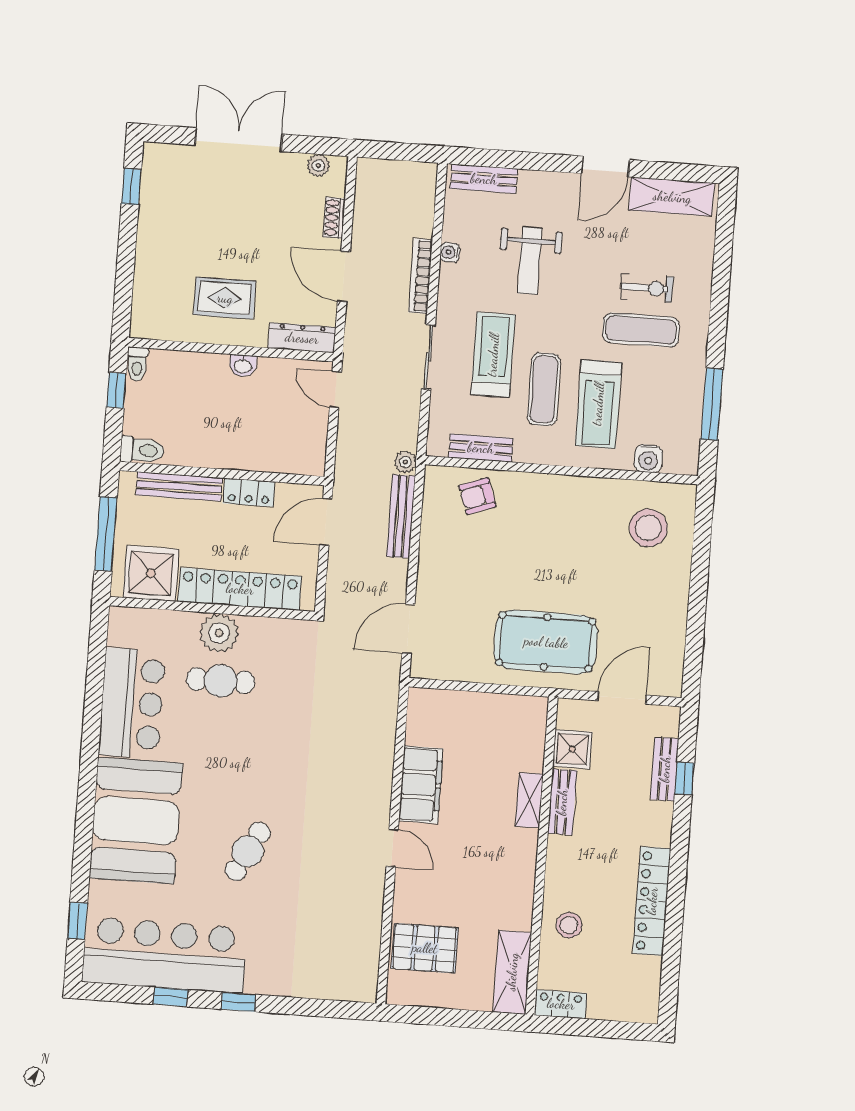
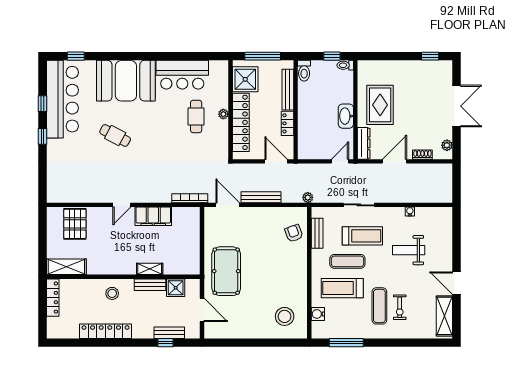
bench: (484, 179) -> (446, 225), removed
bookcase: (421, 276) -> (190, 198), moved
rug: (225, 298) -> (380, 105), width x1.36, depth x1.43
washbasin: (243, 366) -> (346, 116), width x1.91, depth x1.45
bench: (401, 516) -> (261, 197), moved
plant: (219, 633) -> (223, 114), width x0.53, depth x0.53
stool: (569, 925) -> (112, 293), moved
locker: (561, 1004) -> (53, 298), width x1.53

